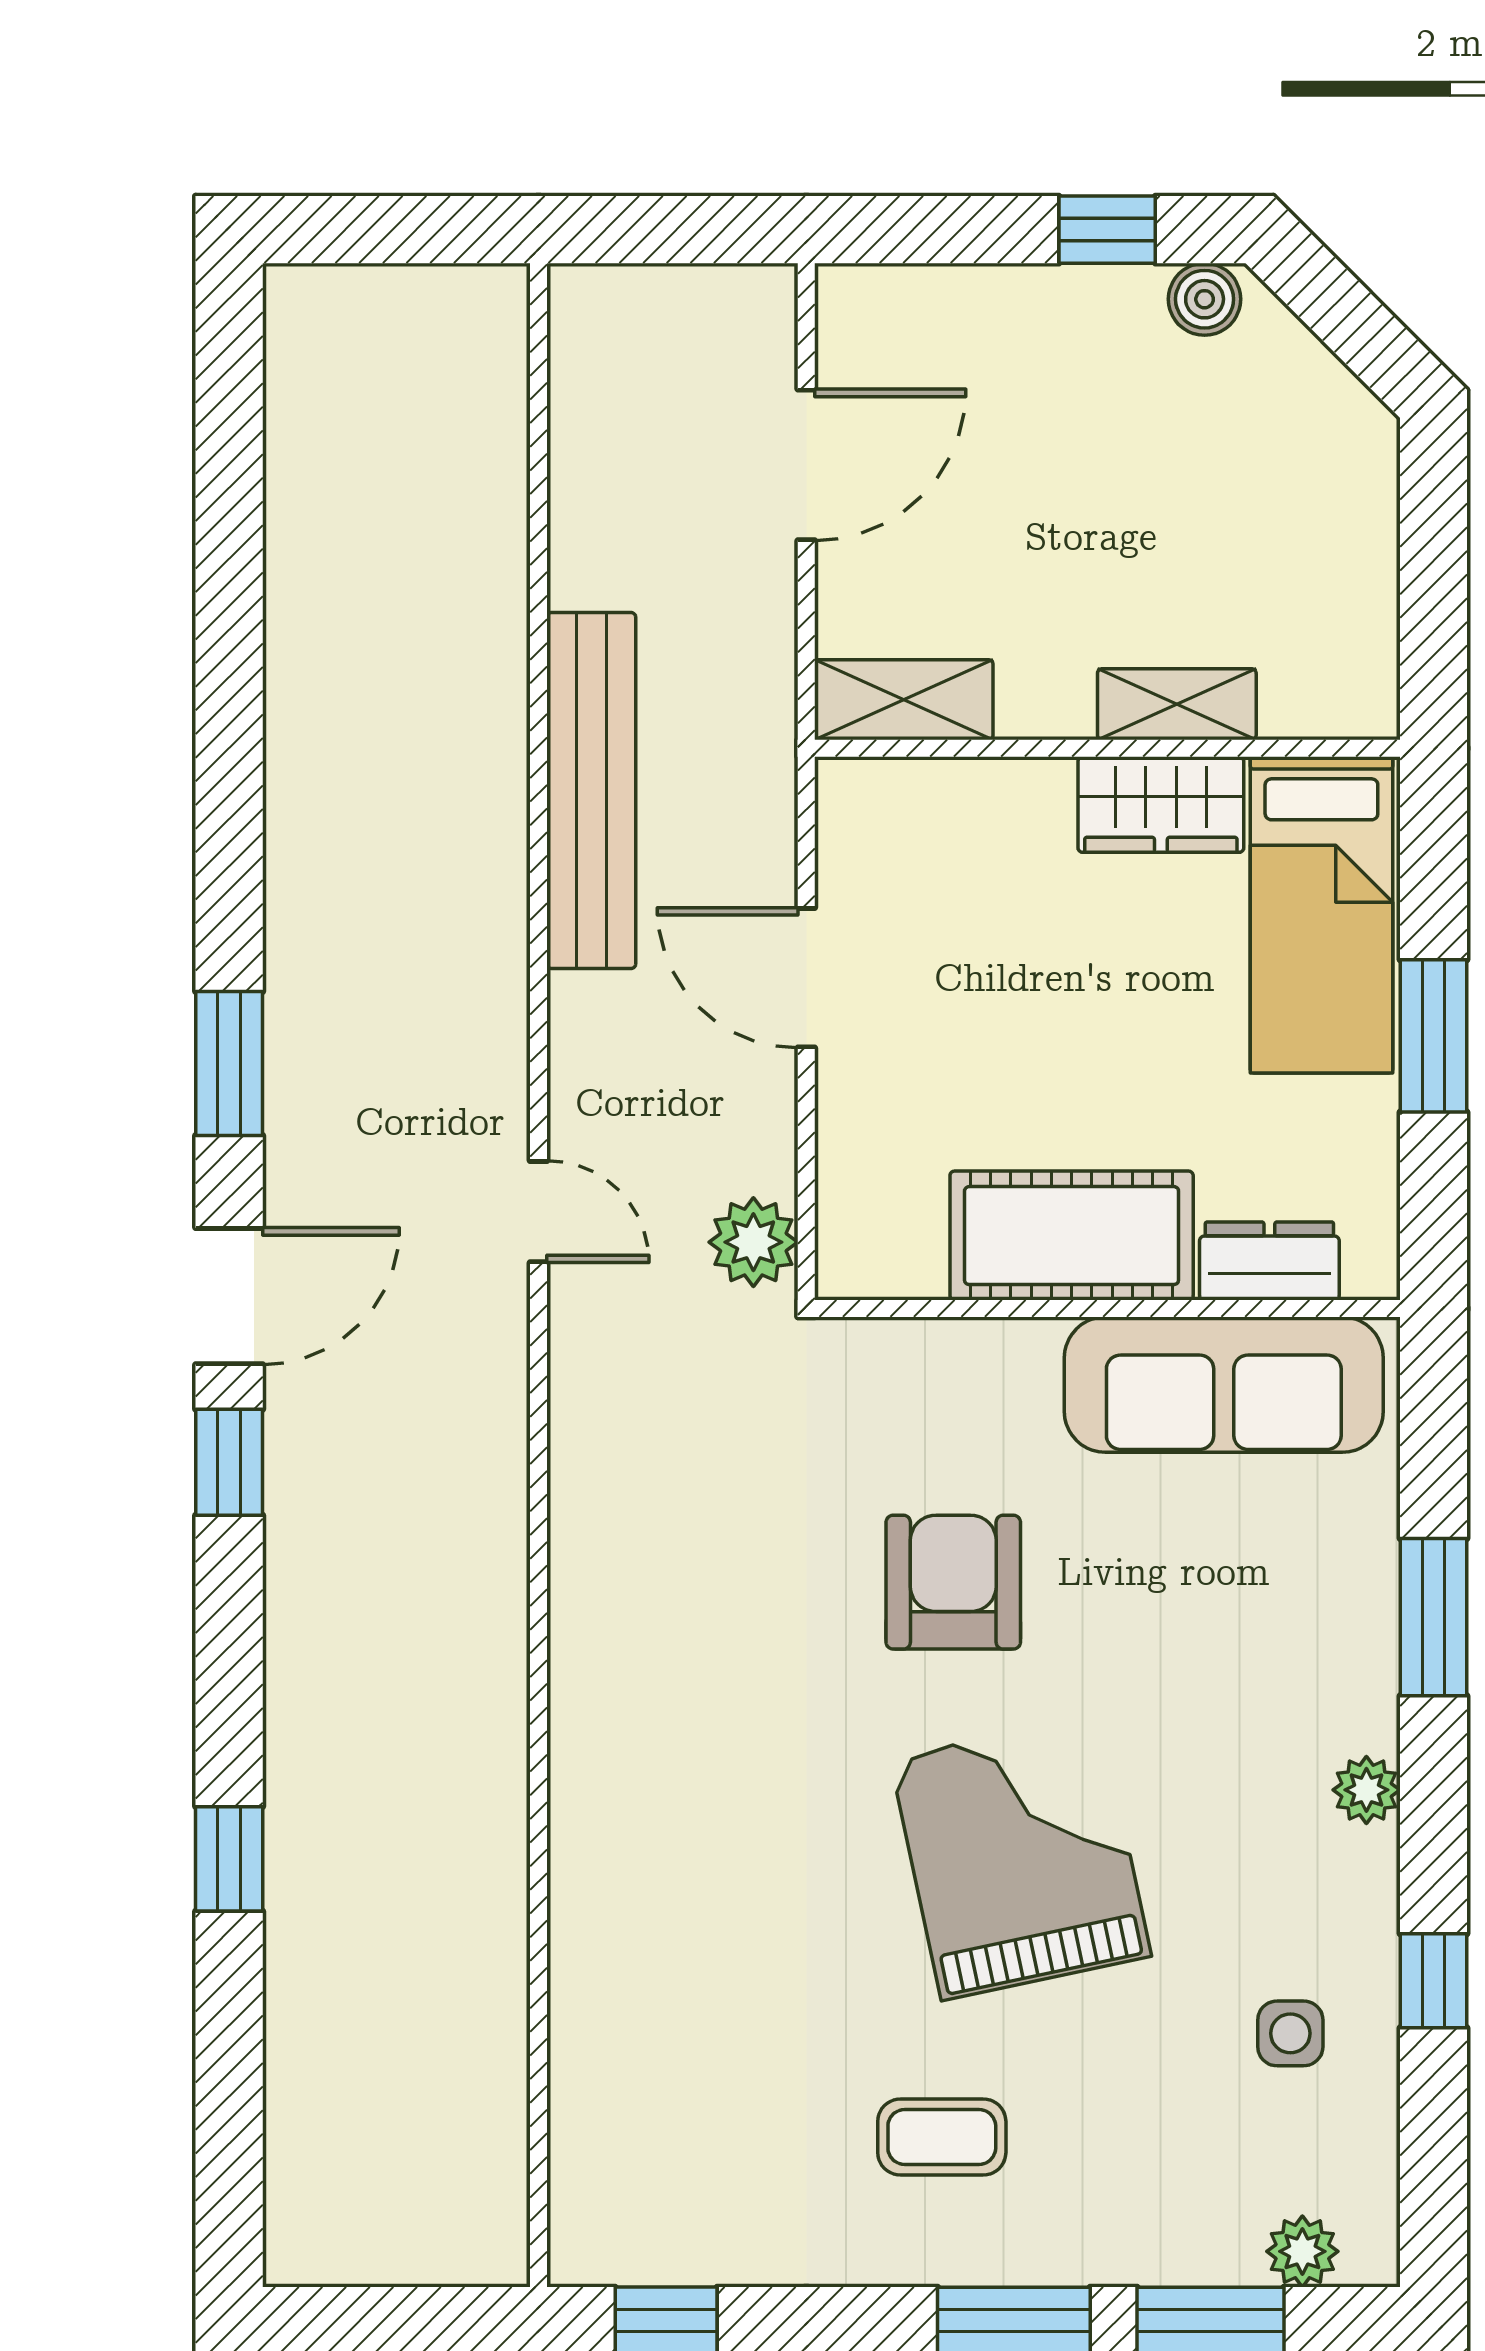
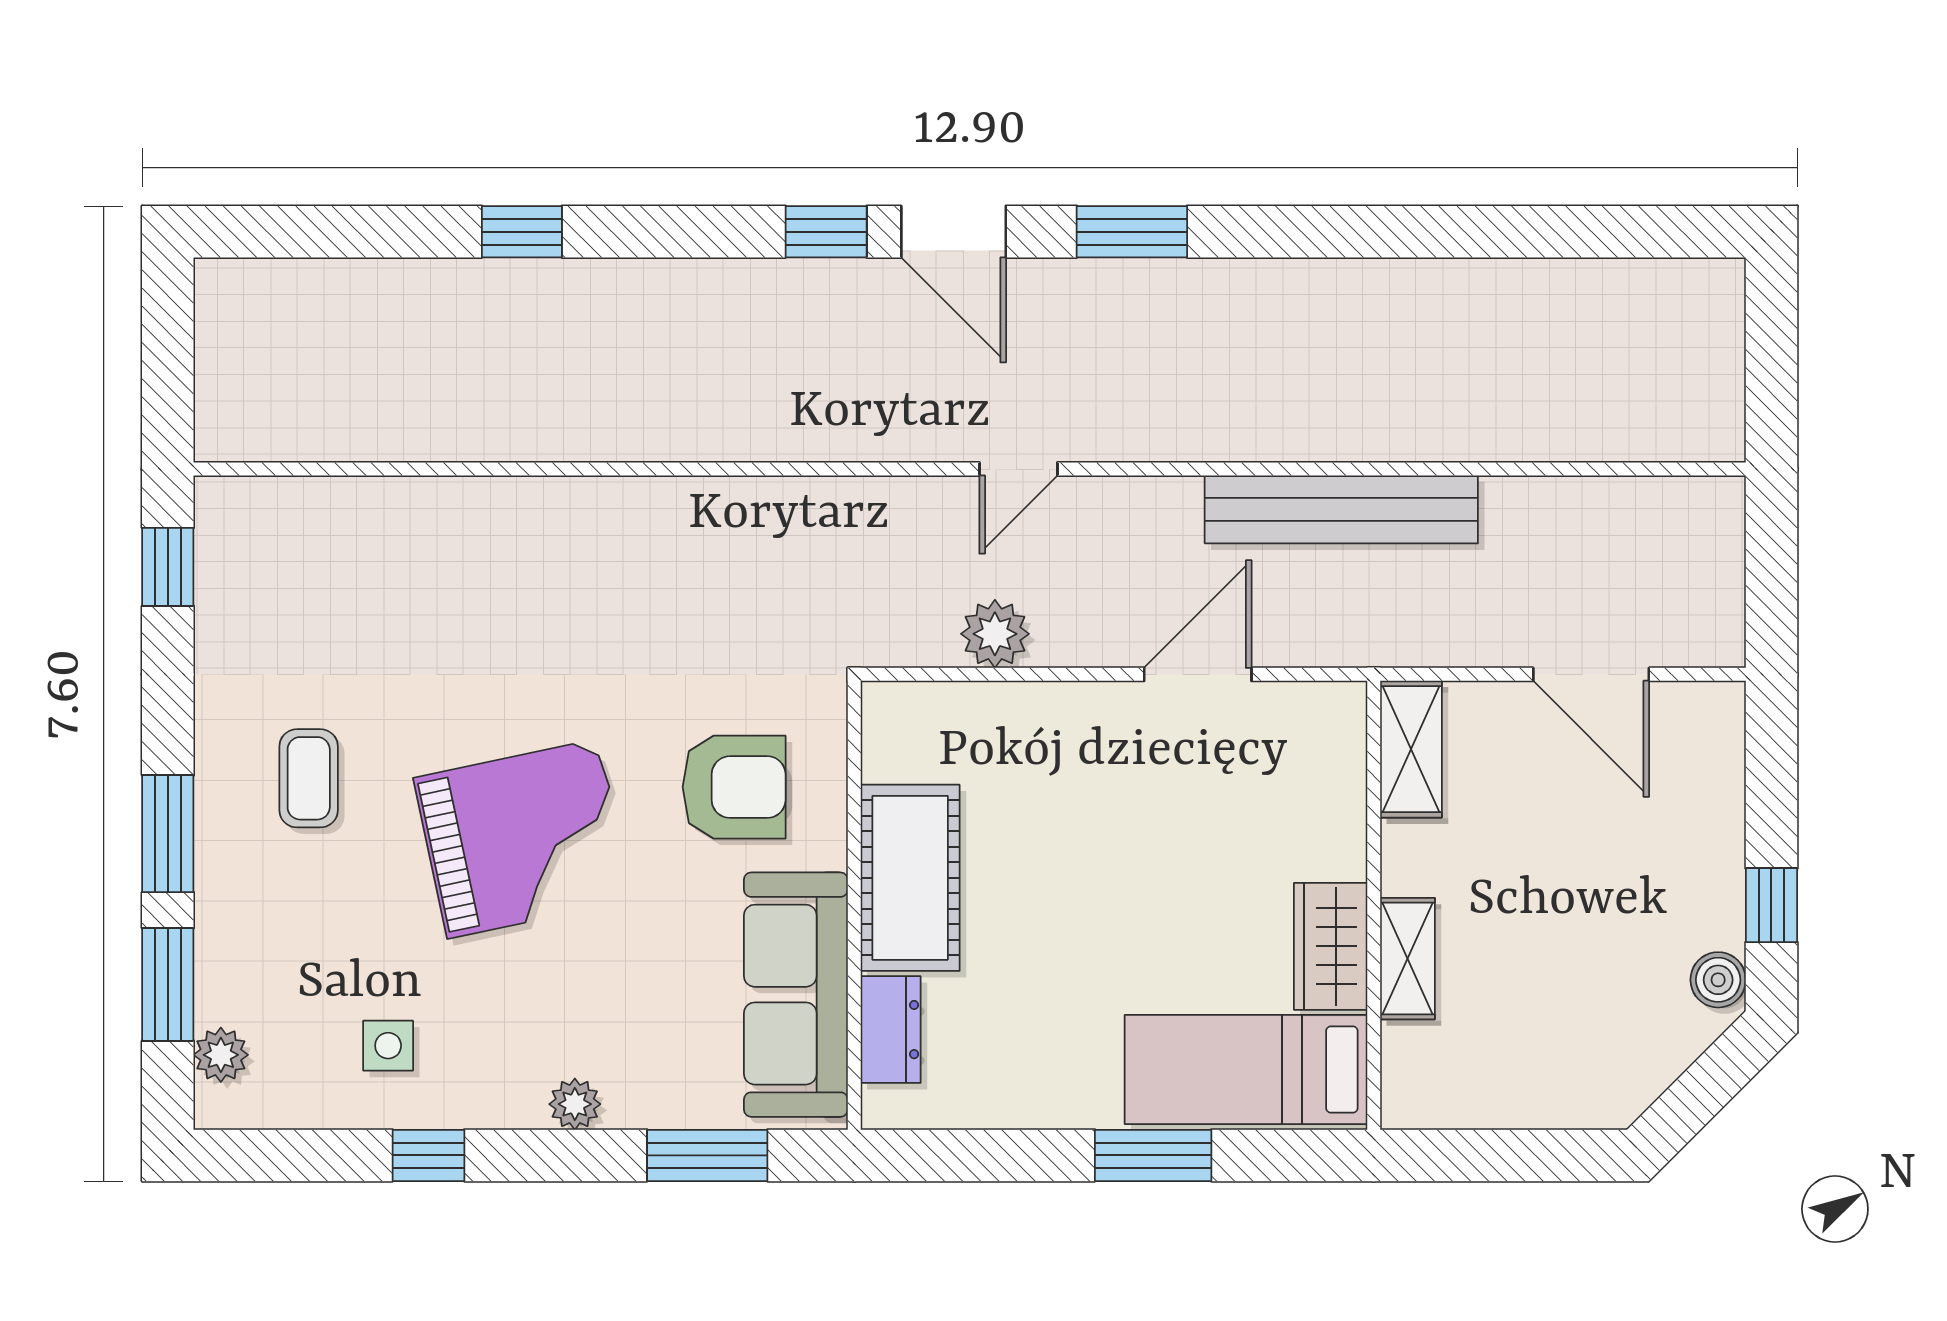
cot: (1072, 1236) -> (910, 878), moved
dresser: (1269, 1261) -> (891, 1030), moved
wall: (1107, 1309) -> (854, 905), moved
sofa: (1224, 1385) -> (796, 995), moved

